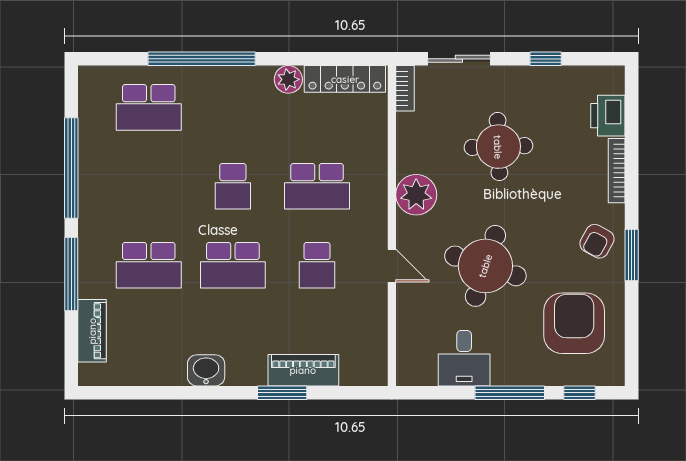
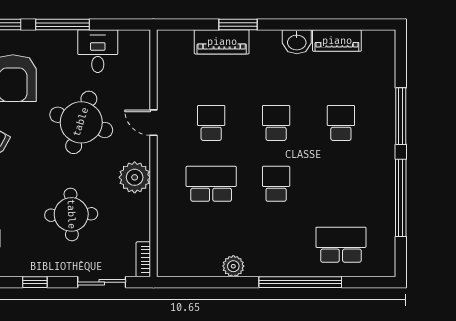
locker: (345, 79) -> (190, 267), removed
school desk: (149, 265) -> (341, 123), width x0.54
school desk: (233, 265) -> (276, 123), width x0.54
piano: (92, 331) -> (337, 41), moved, turned -90

